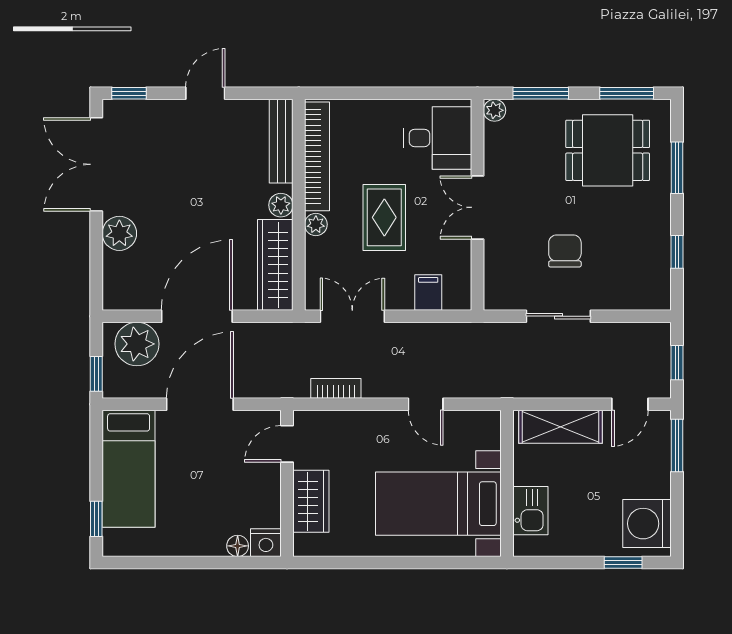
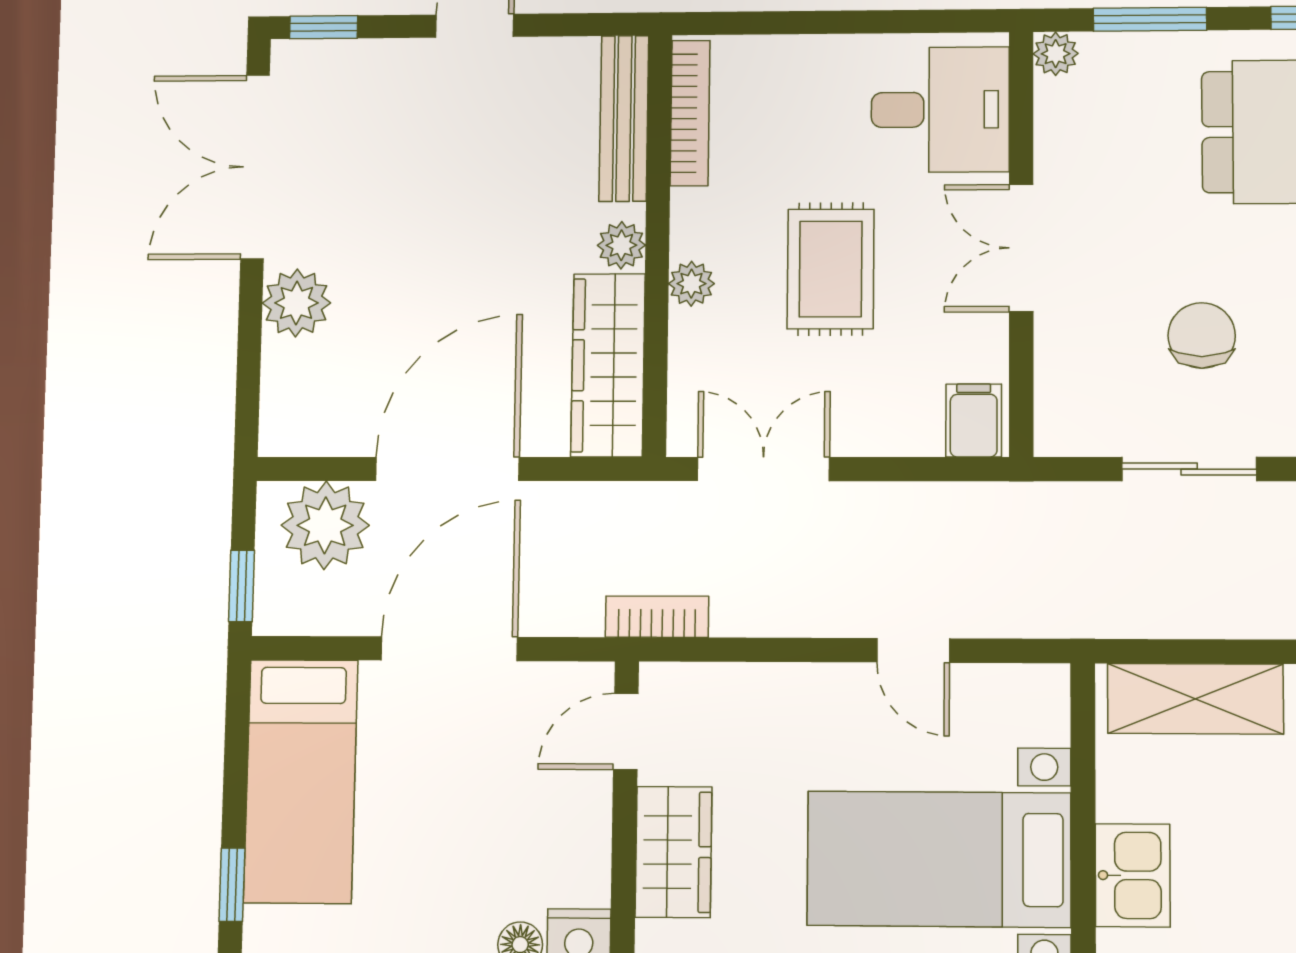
bookcase: (317, 156) -> (690, 113), width x0.68, depth x0.76
filing cabinet: (428, 292) -> (974, 420), moved
bookcase: (336, 388) -> (657, 617), moved

